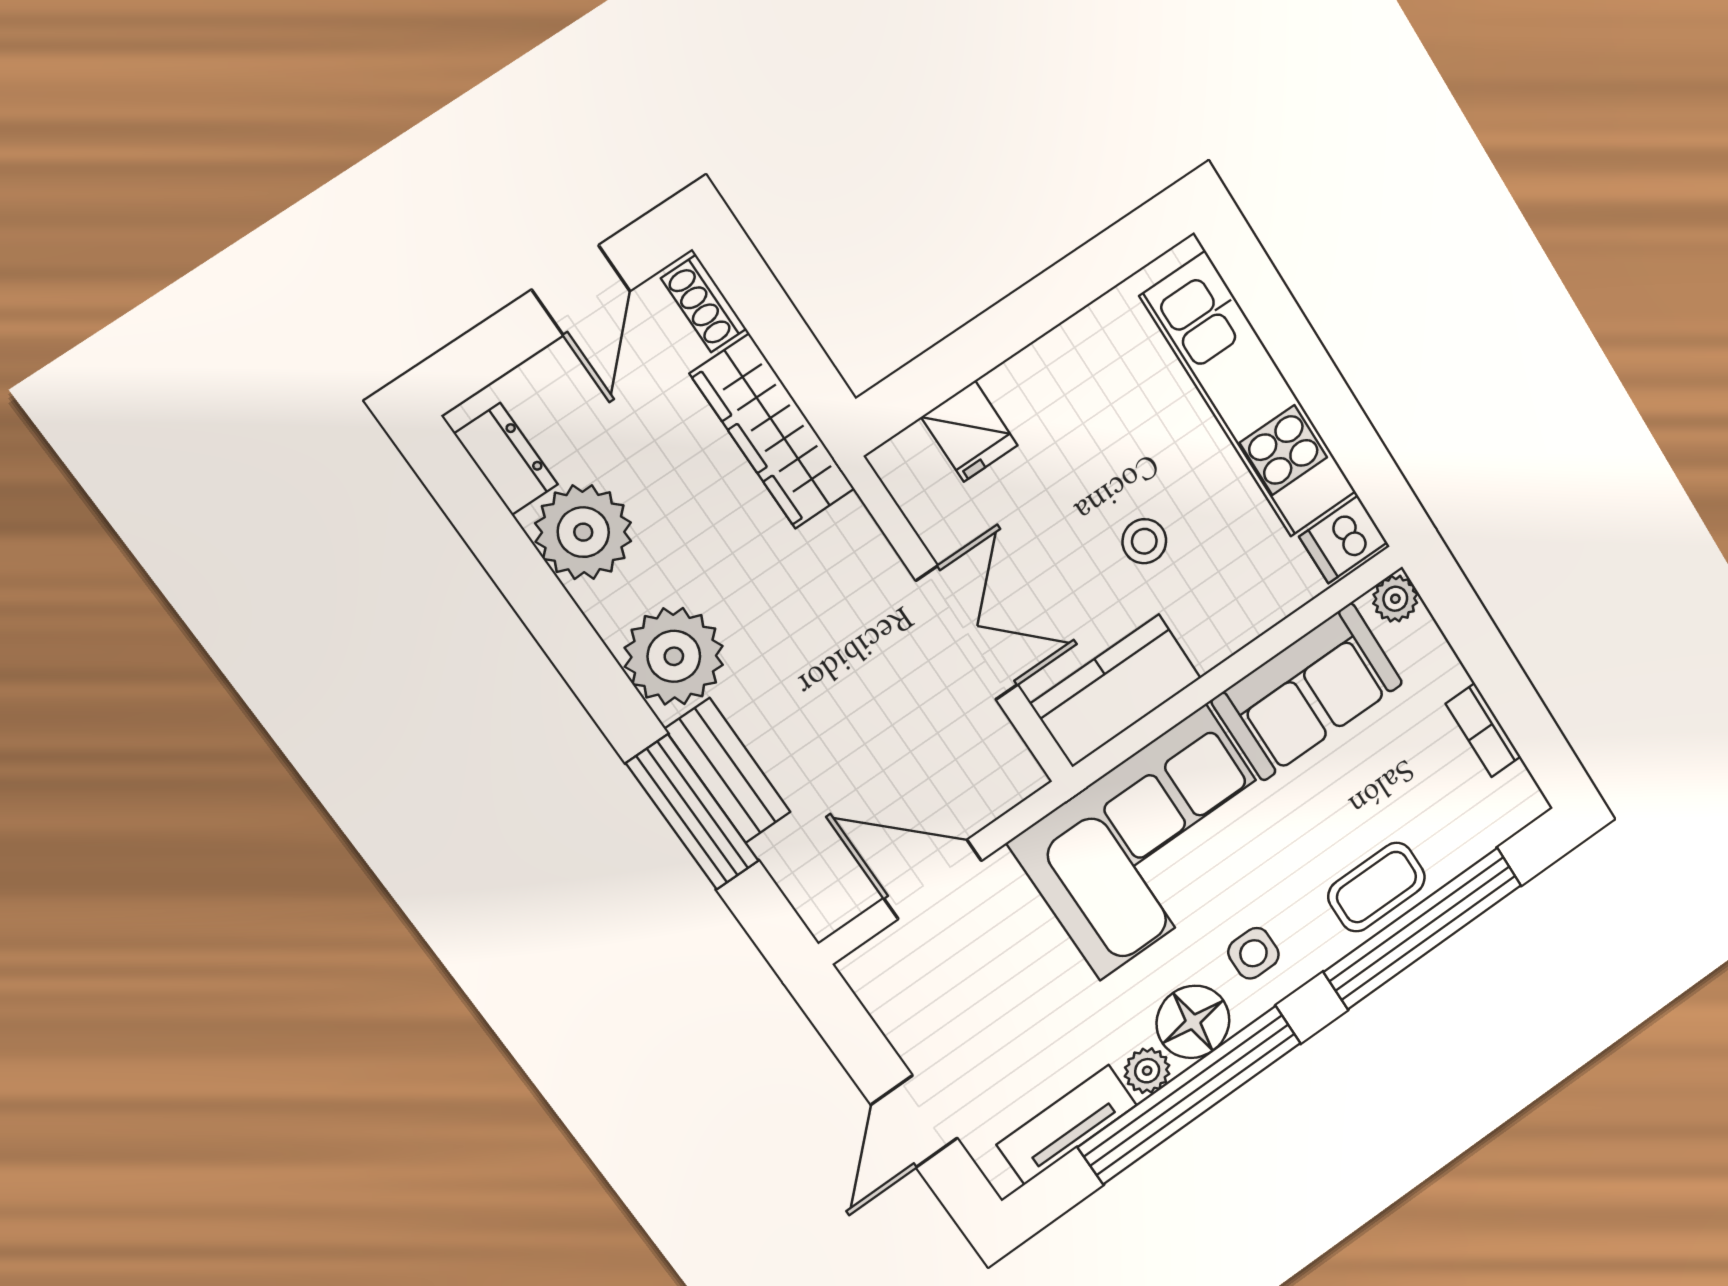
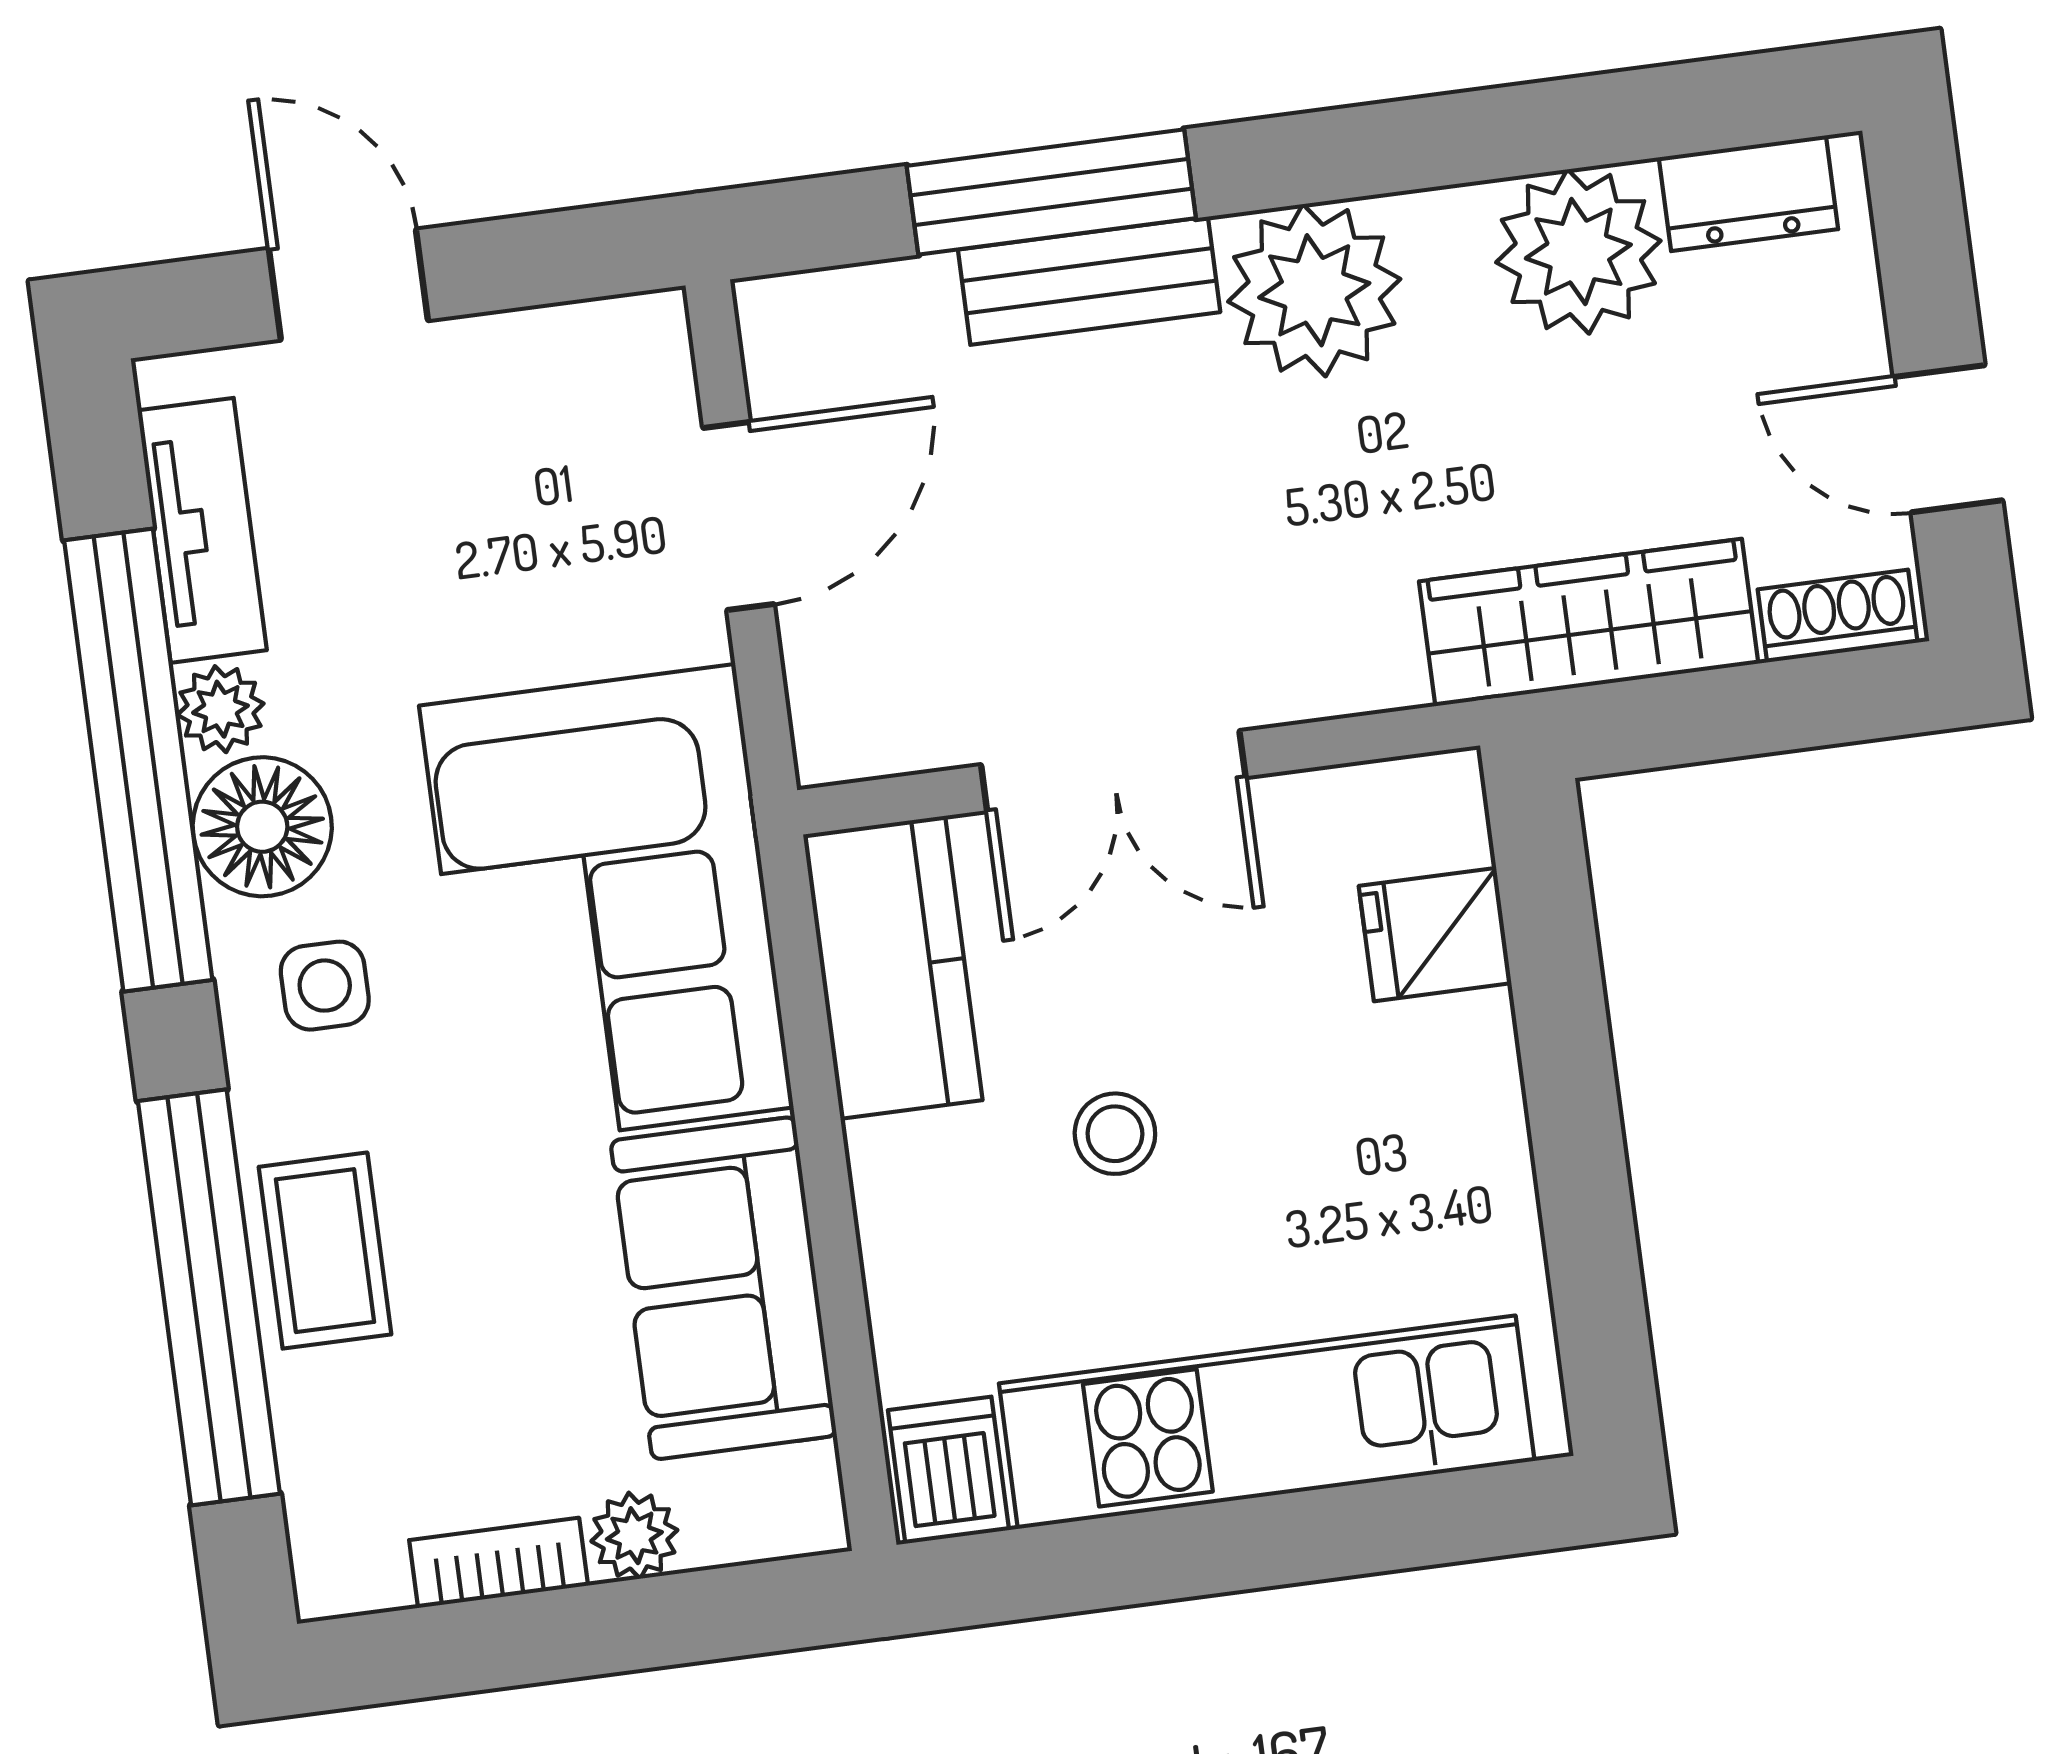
plant: (1395, 599) -> (634, 1536), moved

